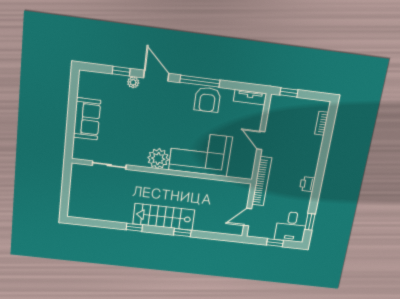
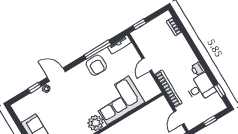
window: (200, 81) -> (98, 50), moved
door: (261, 140) -> (147, 65), hinge flipped
desk: (291, 227) -> (201, 88), moved, turned -90

